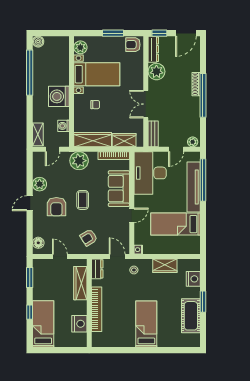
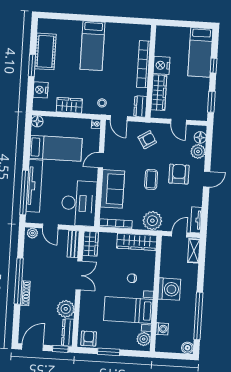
armchair: (133, 45) -> (89, 339), turned -90
washing machine: (64, 126) -> (162, 329), moved
wardrobe: (124, 140) -> (91, 244), moved, turned -90
door: (176, 149) -> (50, 226), swing flipped
tv unit: (37, 164) -> (196, 220), added
plant: (40, 184) -> (198, 151), moved
floor lamp: (195, 249) -> (37, 121), added
nightstand: (79, 324) -> (162, 65), moved

